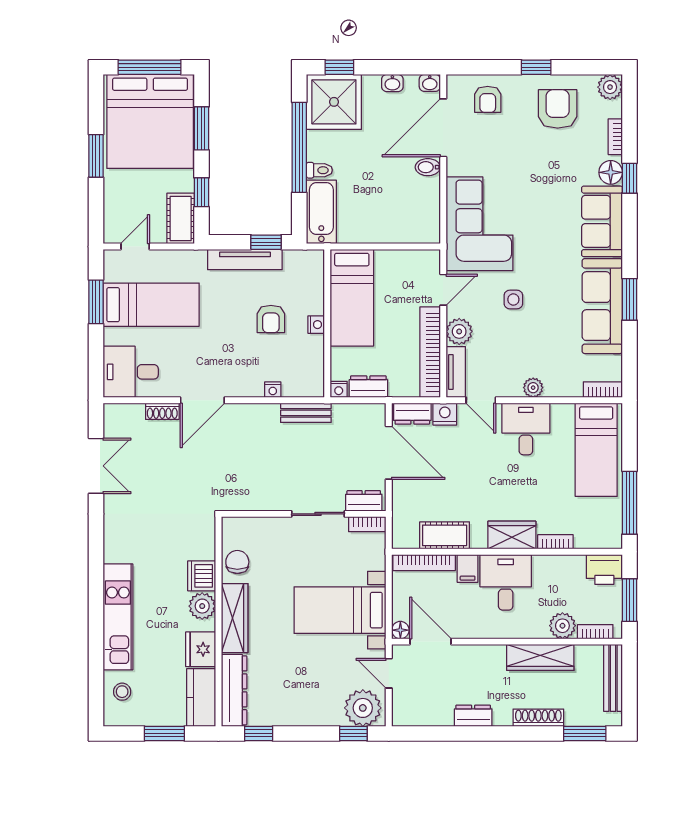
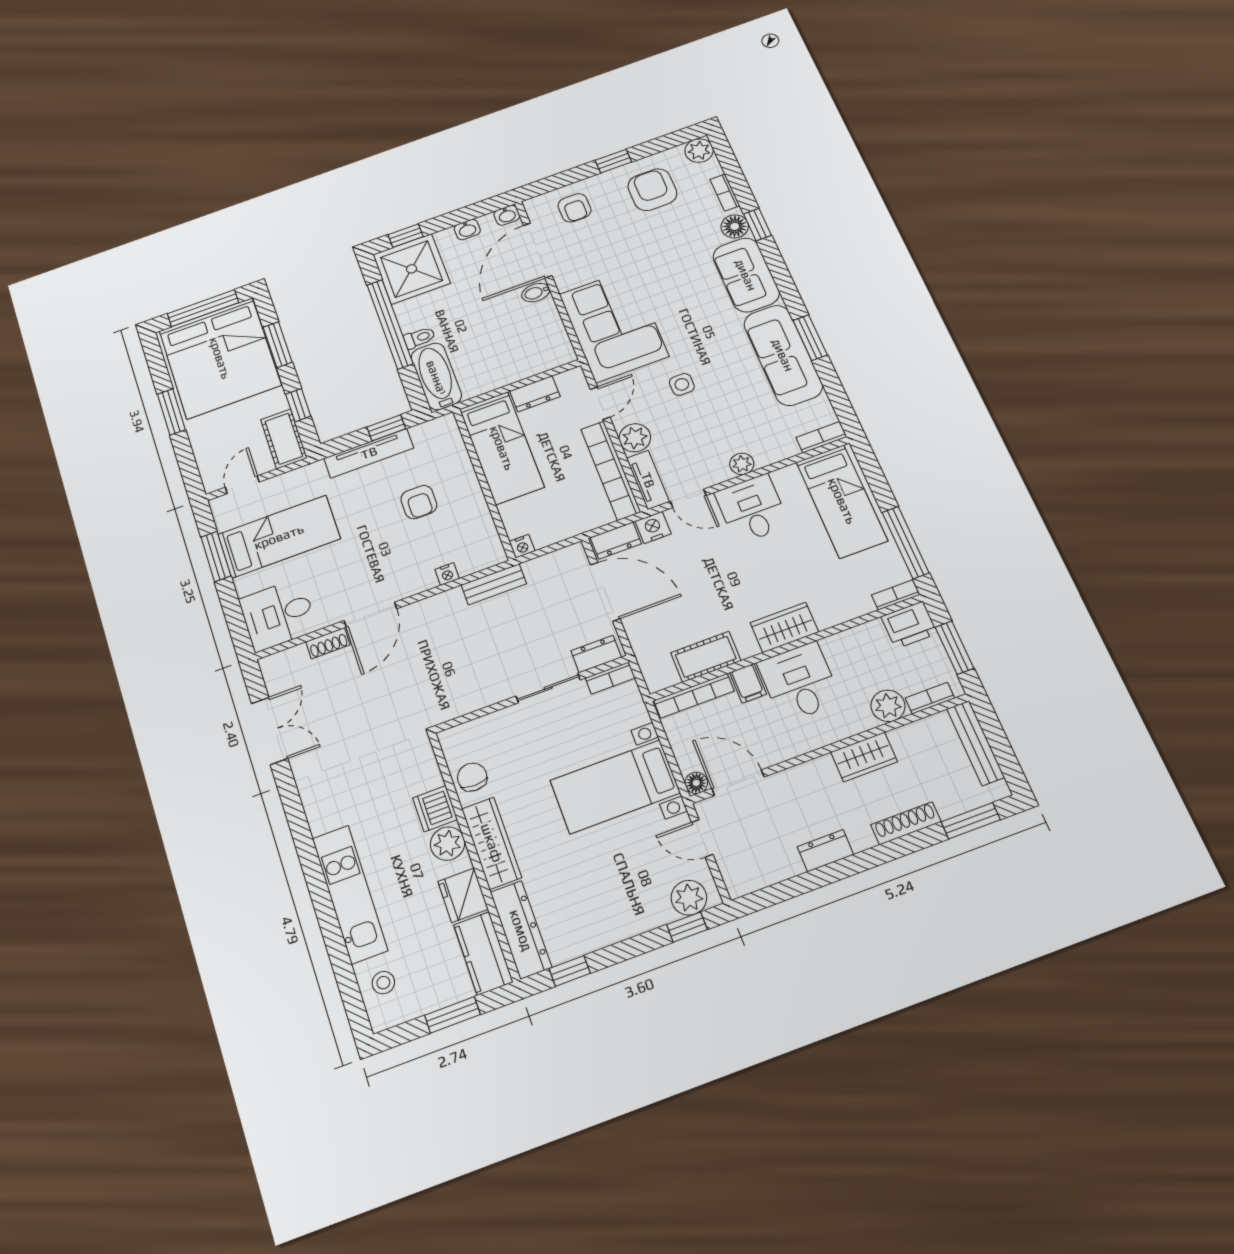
nightstand: (316, 325) -> (472, 489), removed
dresser: (368, 387) -> (535, 394), moved, turned 180
bookcase: (555, 542) -> (896, 595), moved
wardrobe: (540, 657) -> (864, 757), width x0.67
plant: (363, 708) -> (689, 898), width x0.73, depth x0.73

